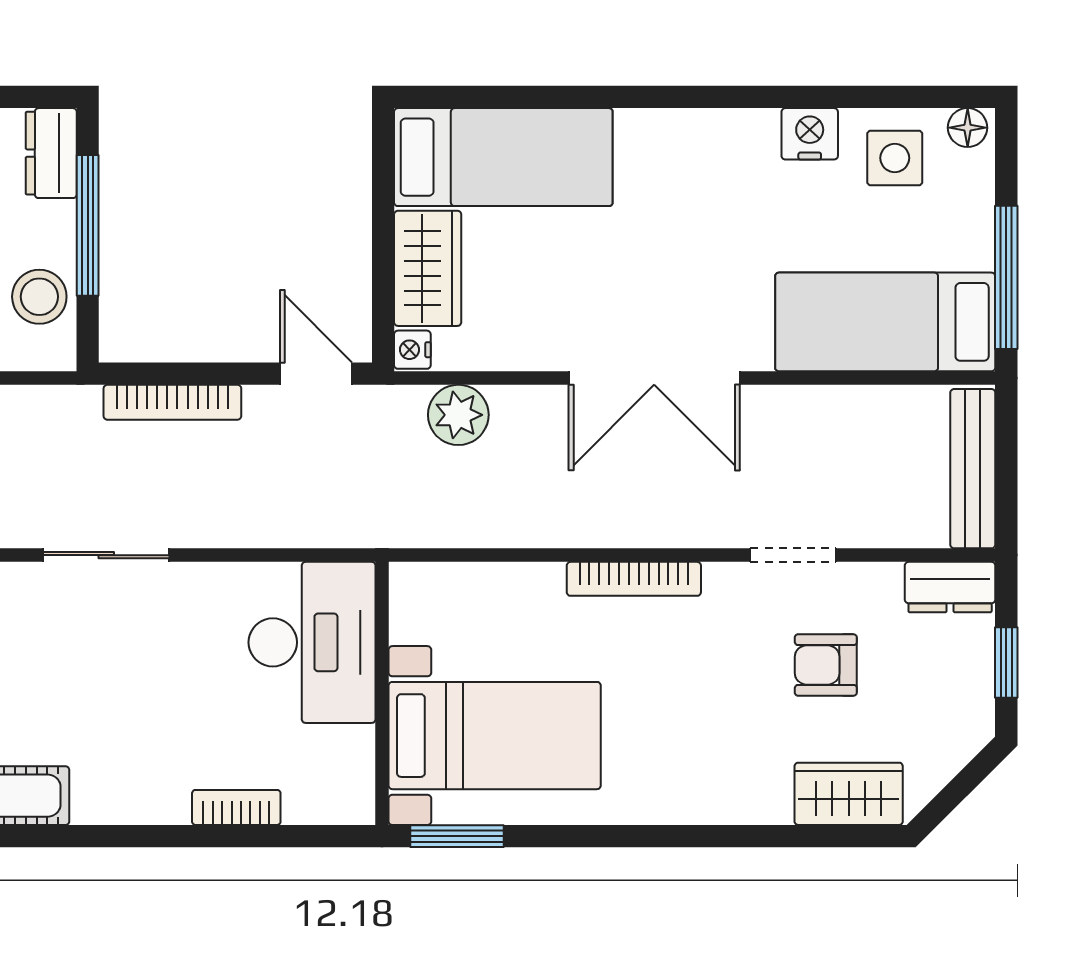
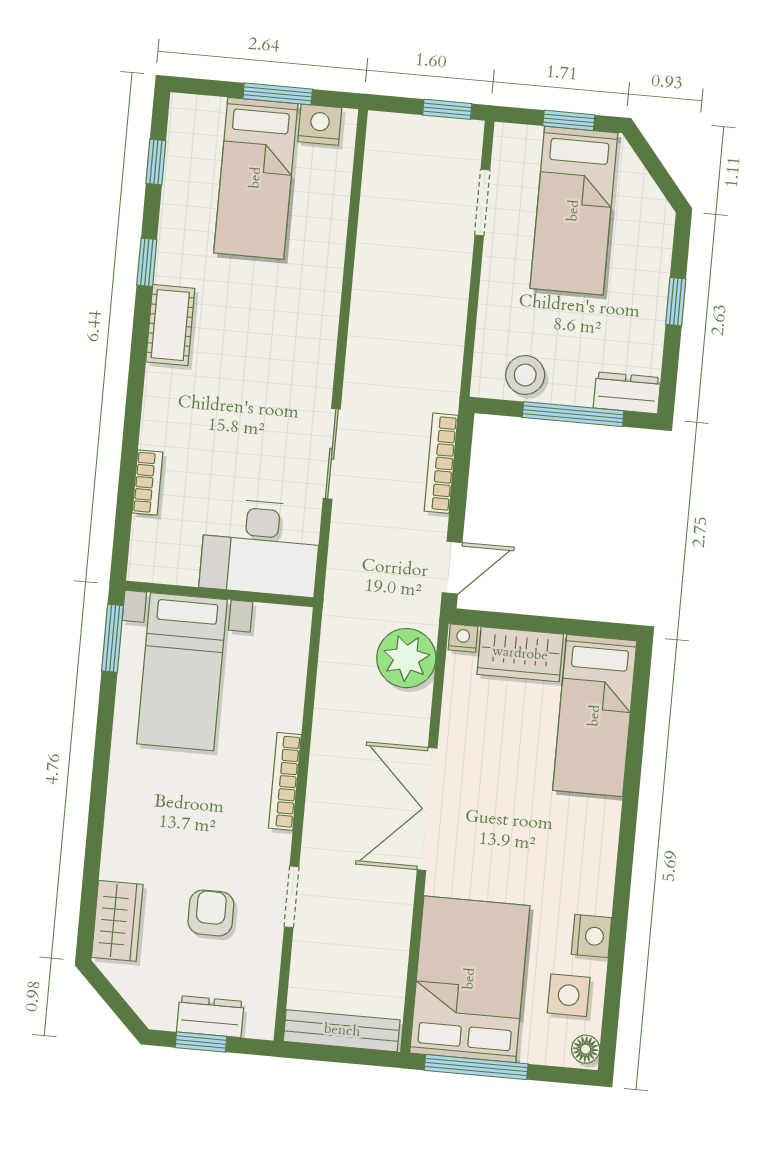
bed: (885, 322) -> (470, 979), width x1.50
plant: (458, 415) -> (406, 658), width x1.36, depth x1.36
sliding door: (106, 555) -> (332, 454), moved
dresser: (950, 587) -> (210, 1017), moved, turned 90

